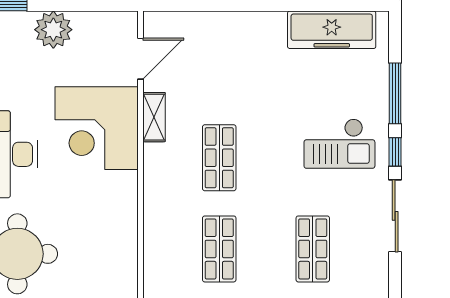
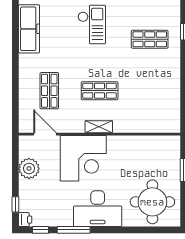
plant: (53, 30) -> (29, 168), moved
shelving: (154, 117) -> (99, 127), moved
shop shelf: (219, 249) -> (49, 91), moved, turned 90

